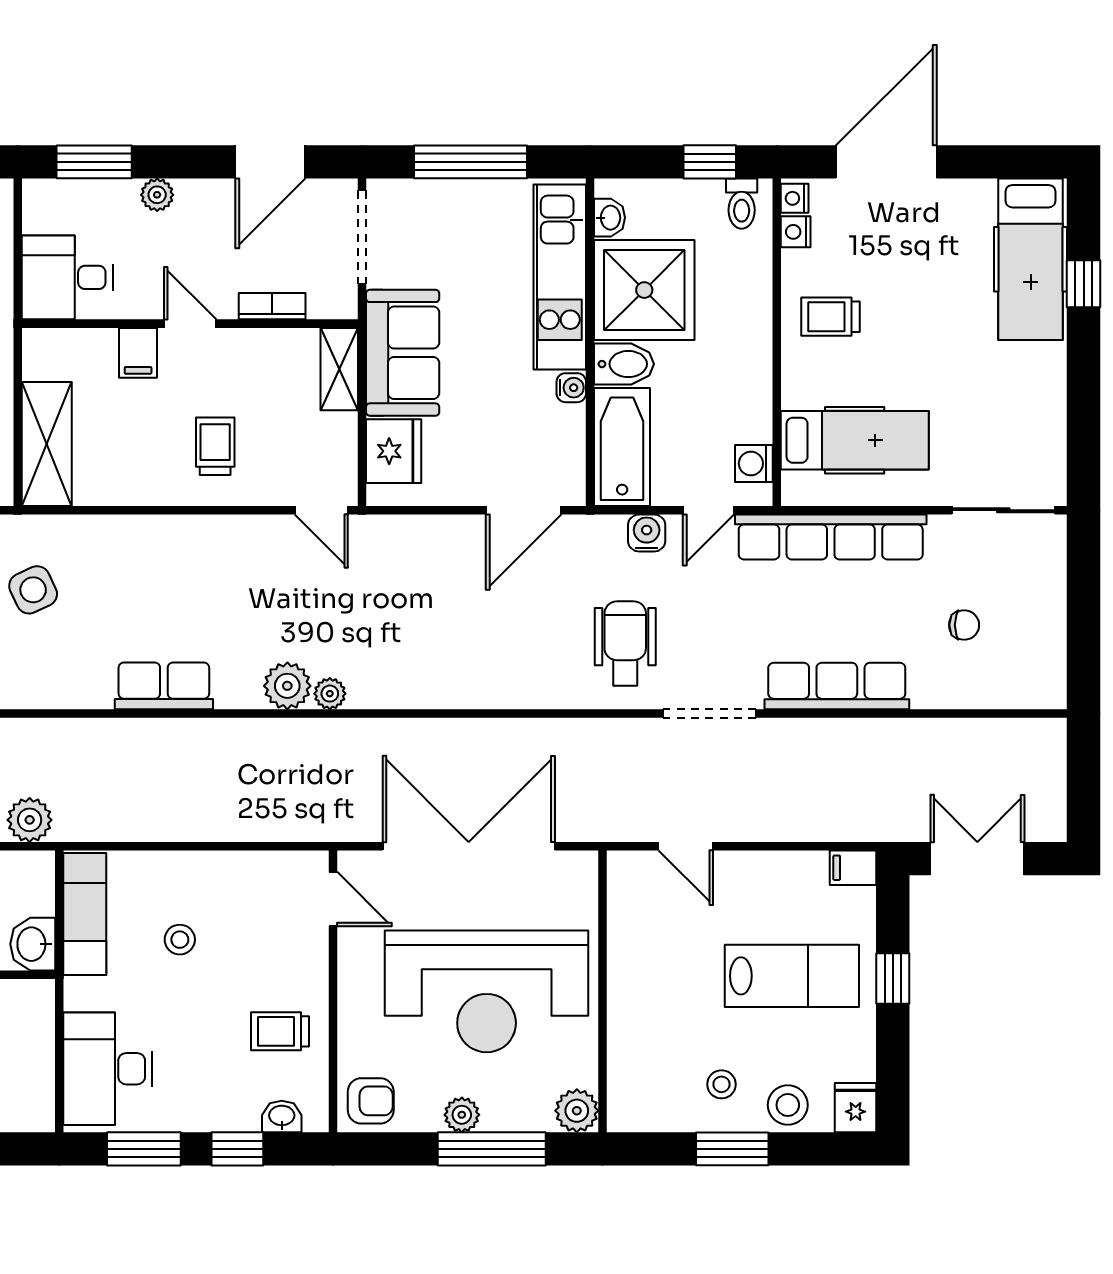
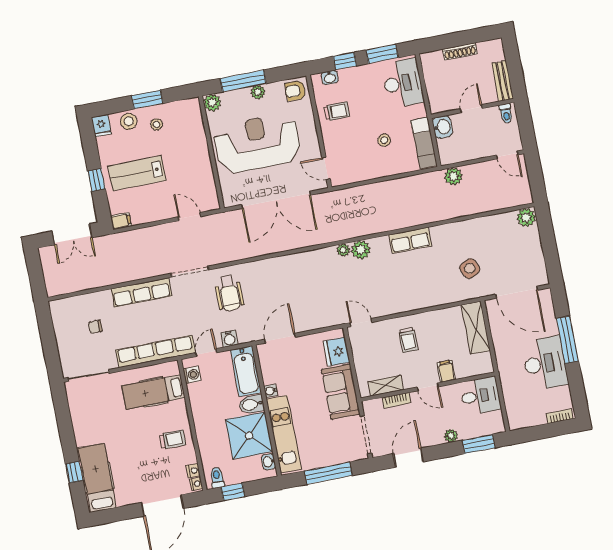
shelving: (339, 369) -> (386, 386), moved, turned 90

